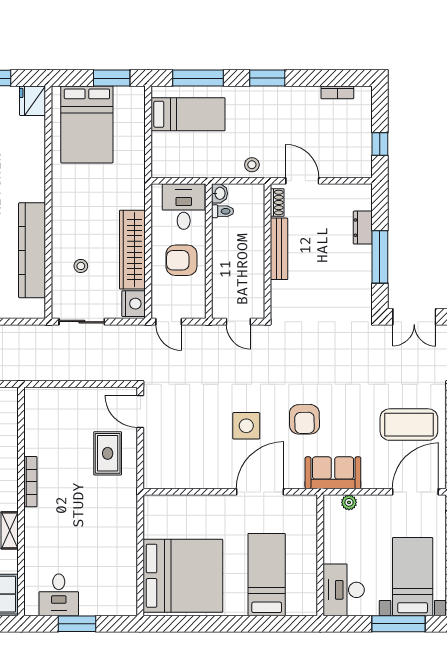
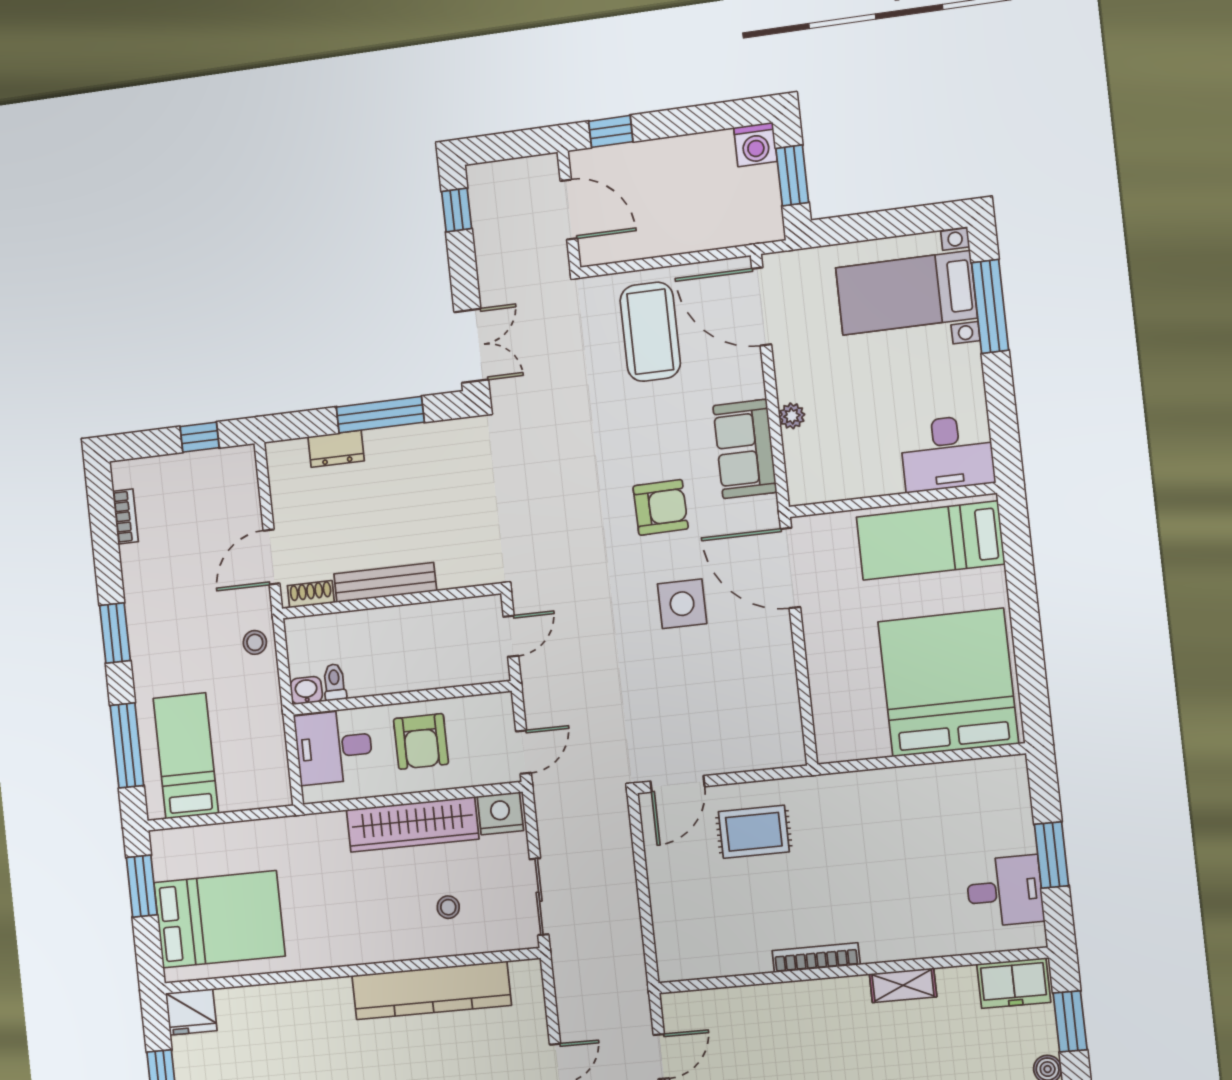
wall: (320, 555) -> (892, 500), moved
desk: (344, 590) -> (947, 453), moved

